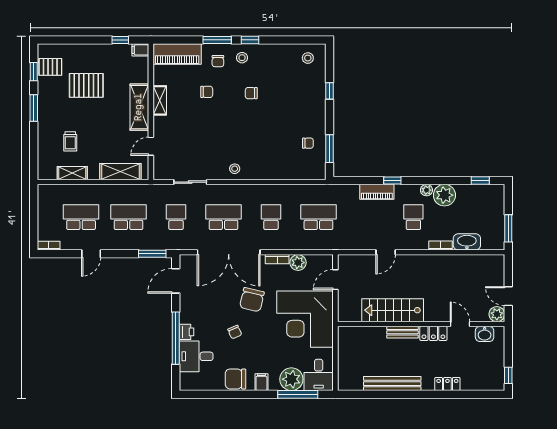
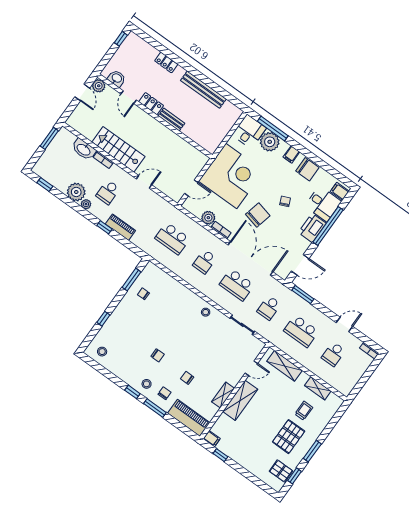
pallet: (86, 85) -> (289, 437), moved, turned 90
school desk: (81, 217) -> (333, 354), width x0.54
stairs: (393, 310) -> (118, 149), moved, turned 180
printer: (186, 332) -> (312, 228), width x1.87, depth x1.48
filing cabinet: (189, 380) -> (340, 191), added

